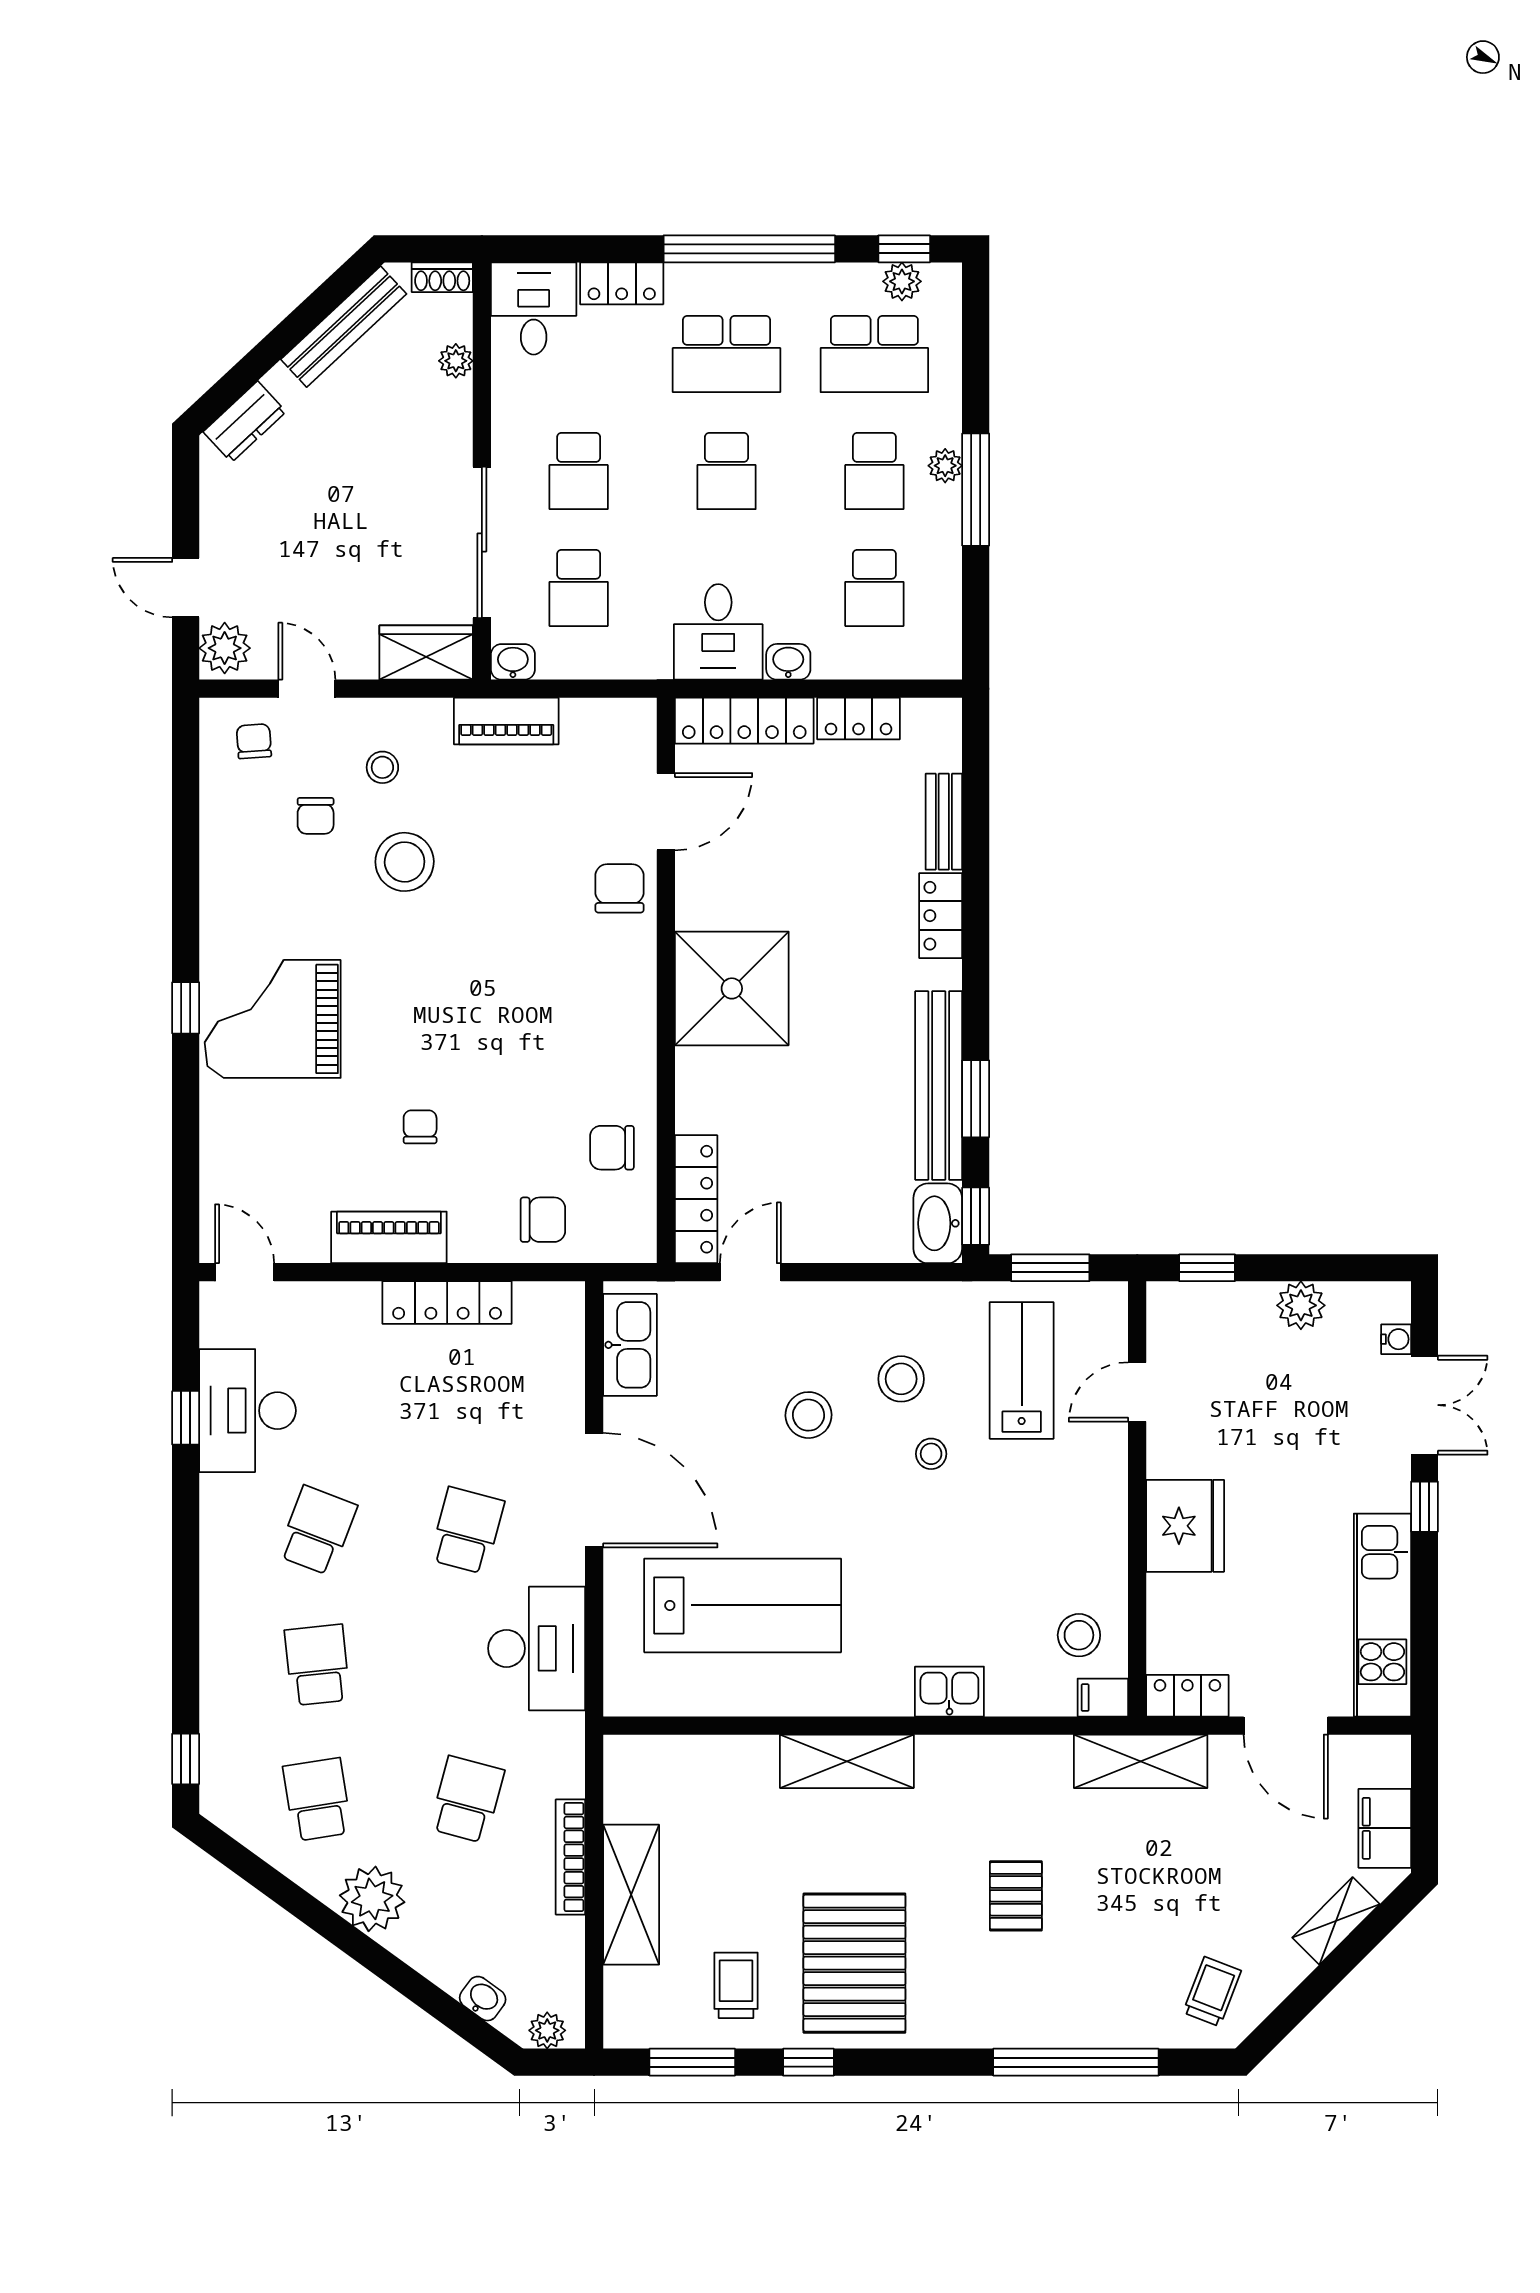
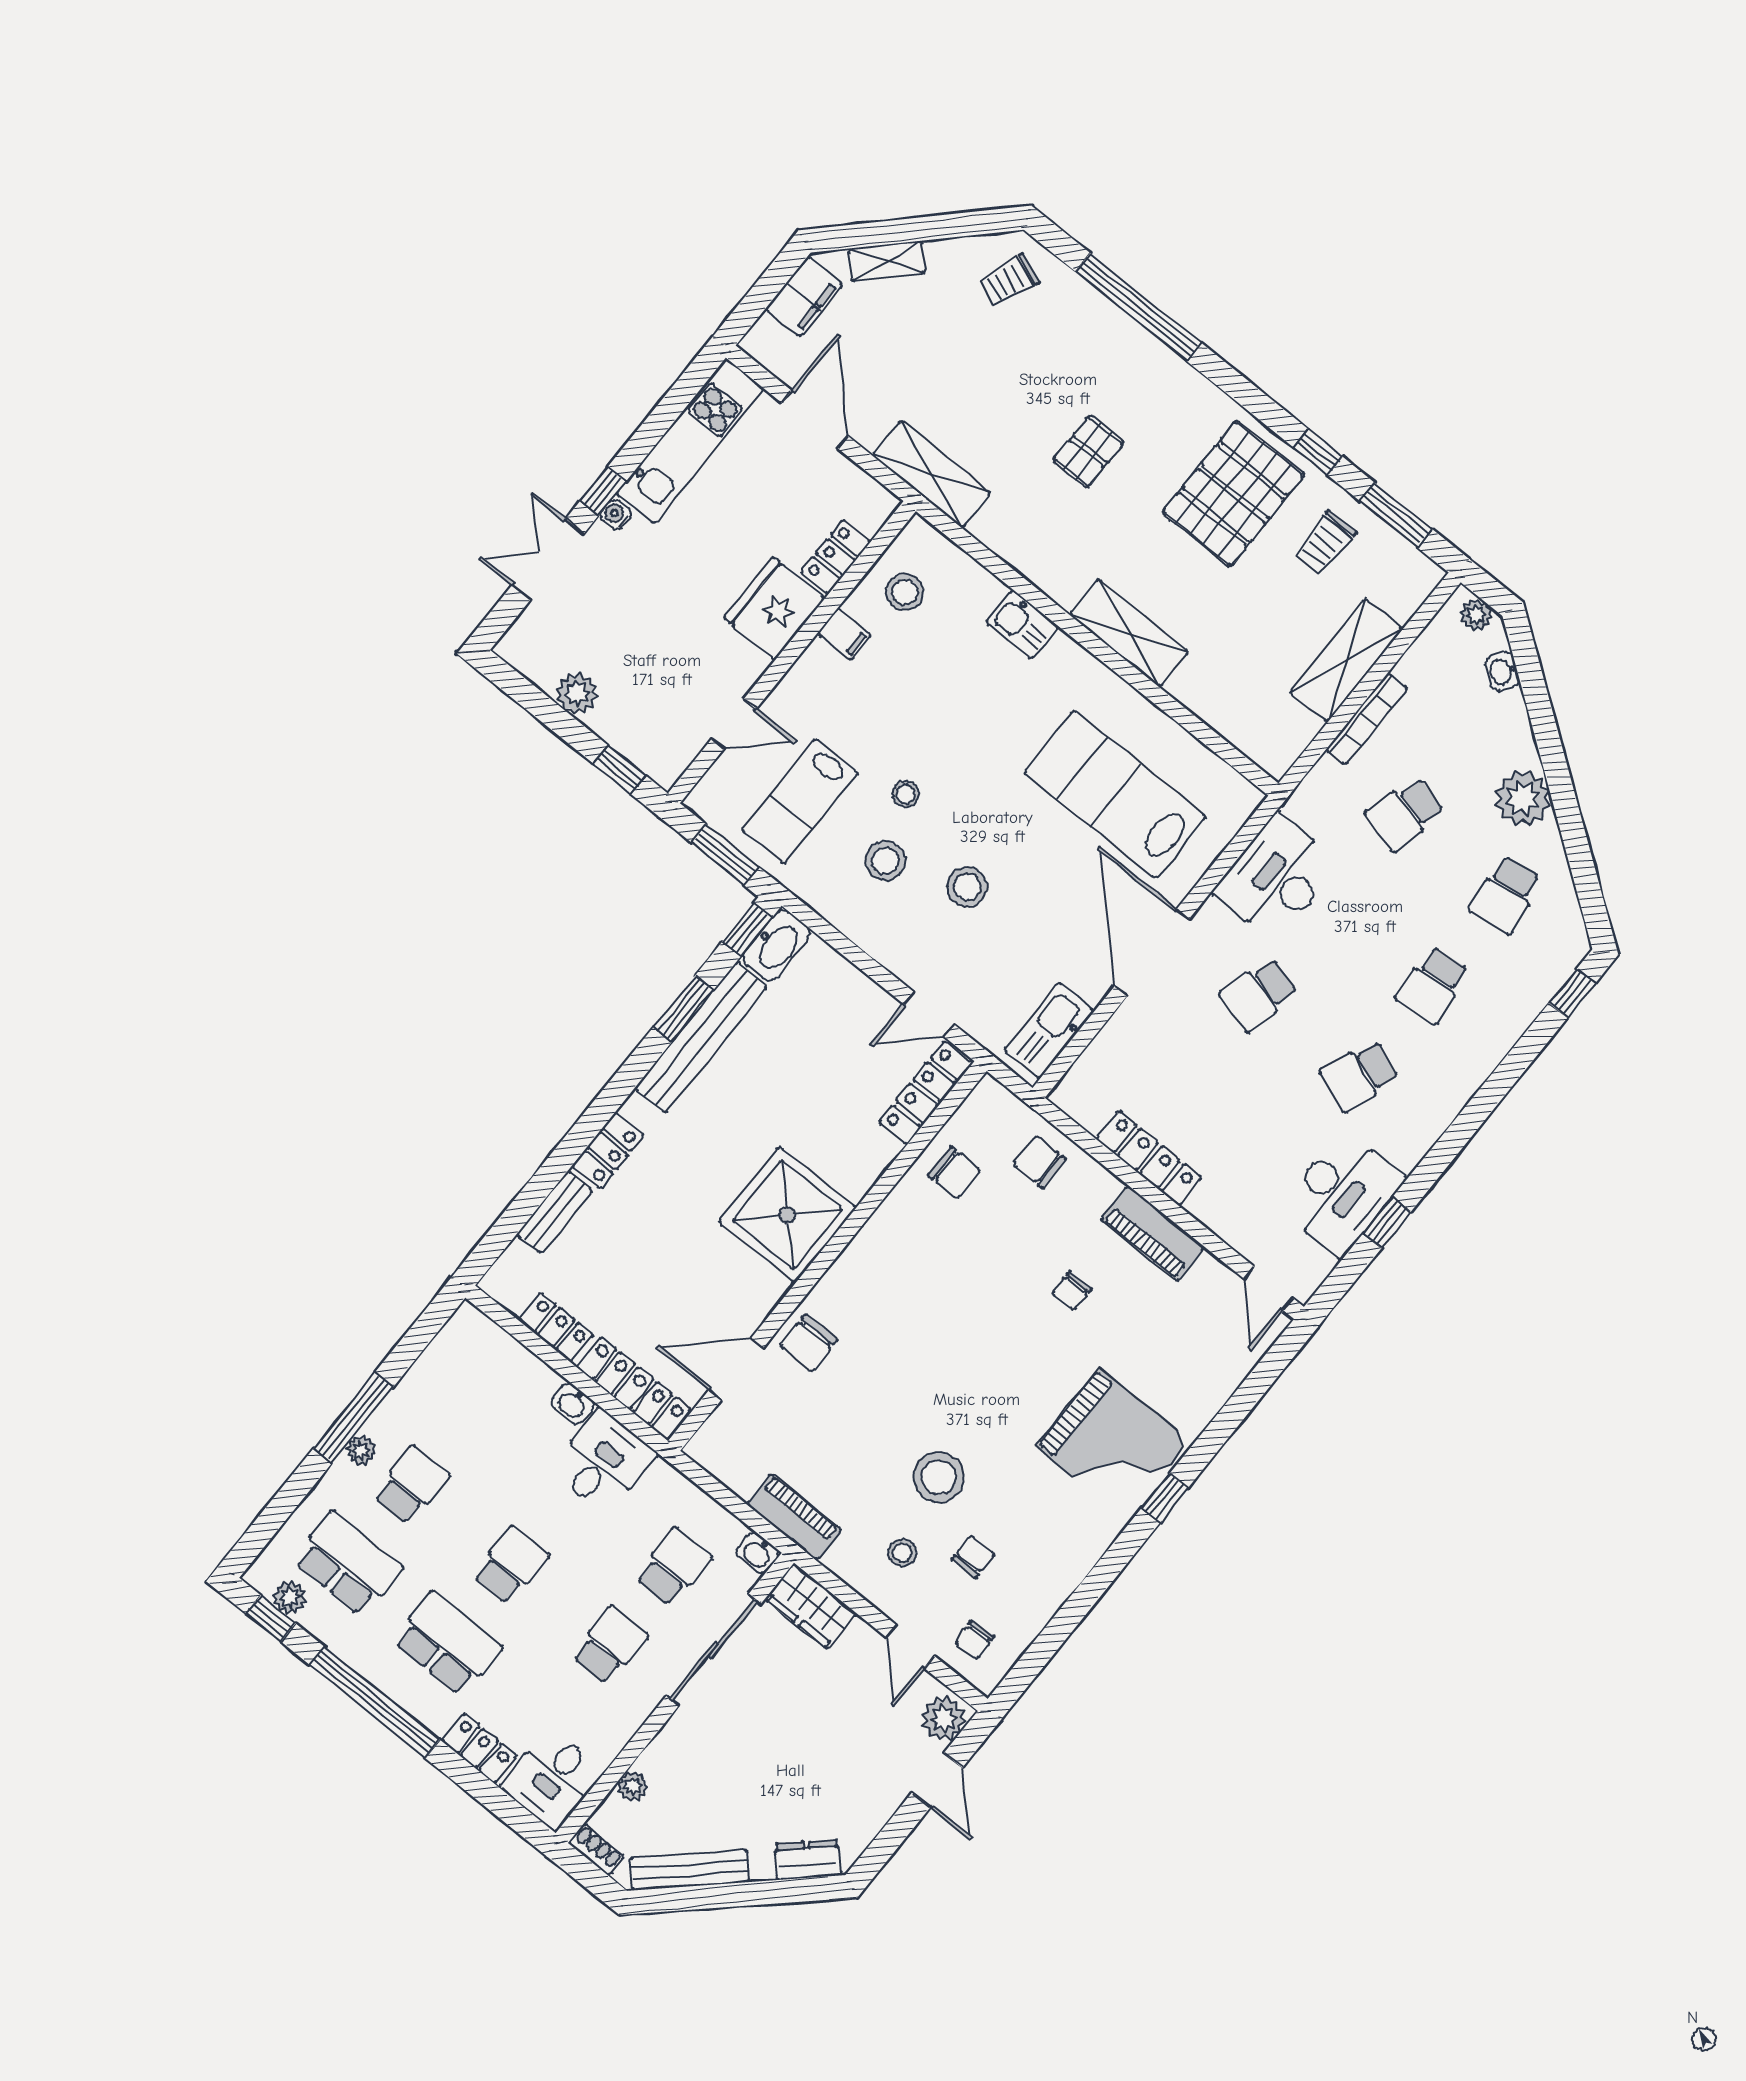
school desk: (874, 588) -> (475, 1407), removed
water cooler: (1396, 1339) -> (616, 514), moved
locker: (1187, 1696) -> (836, 557), moved, turned 90
filing cabinet: (1103, 1698) -> (844, 634), moved

